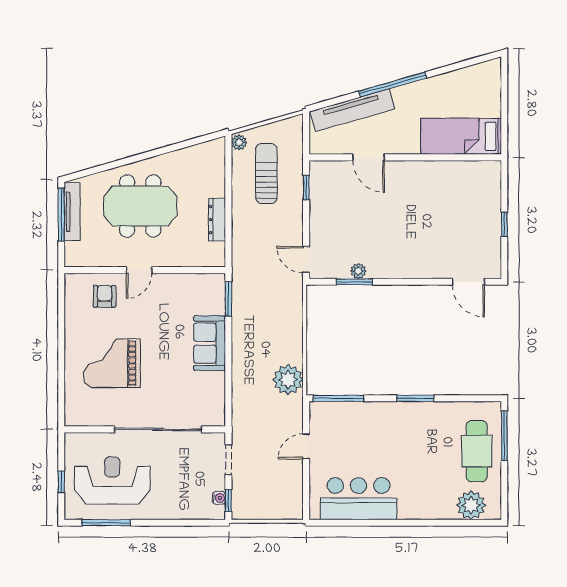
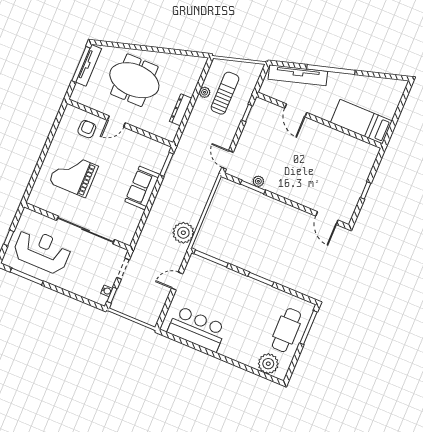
plant: (239, 142) -> (205, 92), moved

